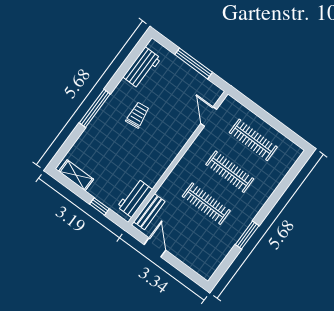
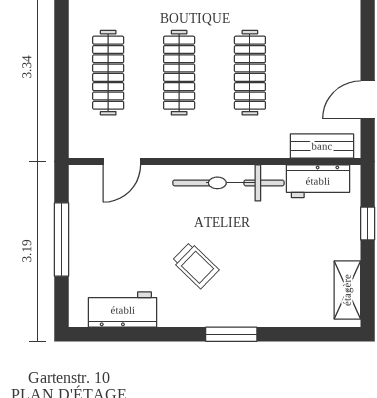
window: (95, 108) -> (231, 334), width x0.69
trolley: (138, 115) -> (195, 265), turned -130
bicycle: (164, 157) -> (228, 183), added

